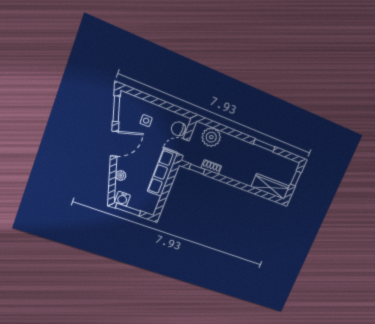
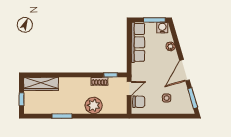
plant: (211, 137) -> (94, 105), moved
row of seats: (162, 173) -> (138, 42), moved

